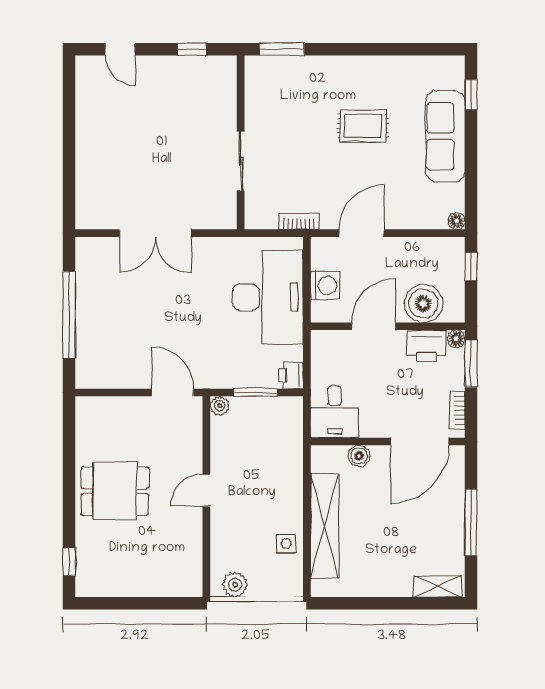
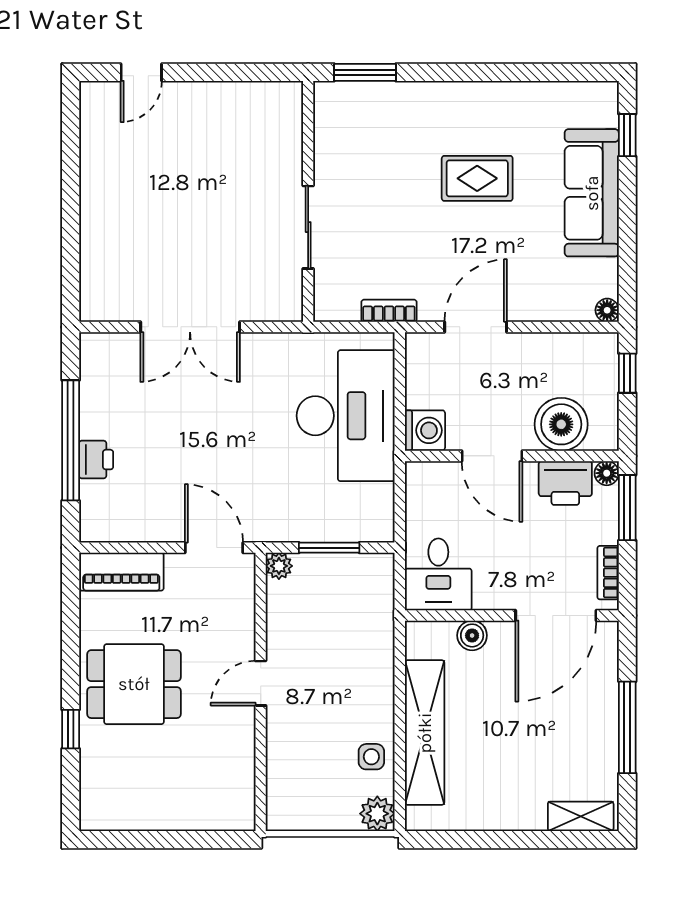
door: (120, 49) -> (141, 72), hinge flipped
window: (192, 49) -> (241, 72), removed
washing machine: (325, 285) -> (425, 430), moved
door: (373, 326) -> (492, 456), swing flipped
printer: (291, 375) -> (96, 460), moved, turned 180
piano: (106, 410) -> (121, 572), added
window: (69, 562) -> (71, 729), moved
plant: (235, 585) -> (377, 814), moved

